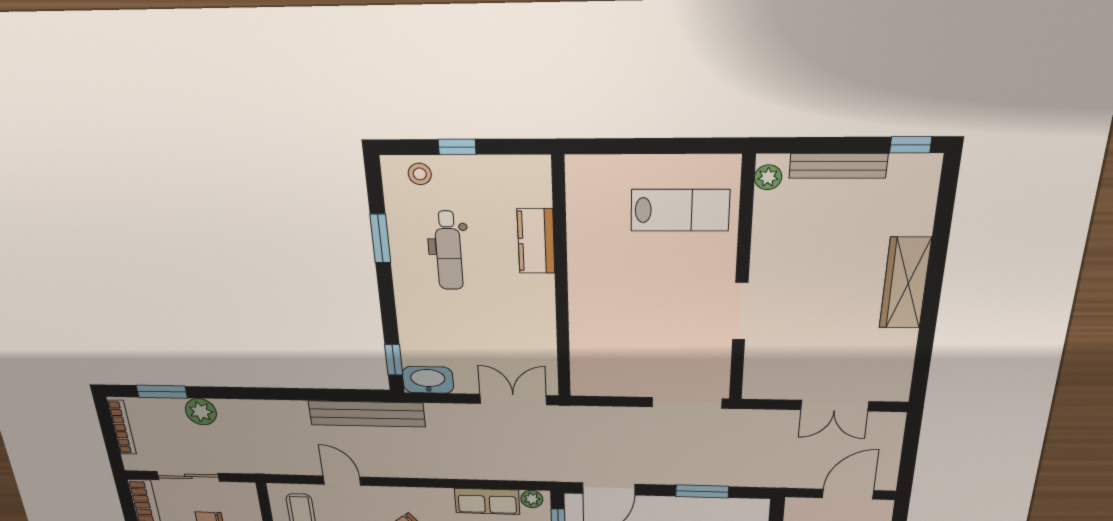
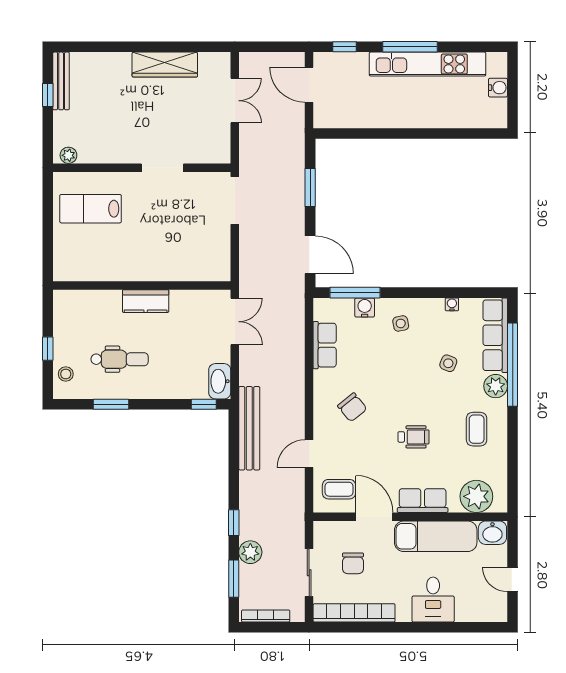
window: (911, 145) -> (48, 95), moved
bench: (838, 166) -> (61, 81), moved
lab bench: (680, 210) -> (91, 209), turned -90
kitchen counter: (536, 241) -> (146, 301), moved
wardrobe: (905, 283) -> (165, 65), moved
window: (236, 393) -> (234, 523), added
double door: (513, 400) -> (235, 322), swing flipped
plant: (532, 499) -> (321, 312), removed

